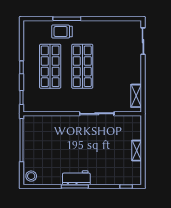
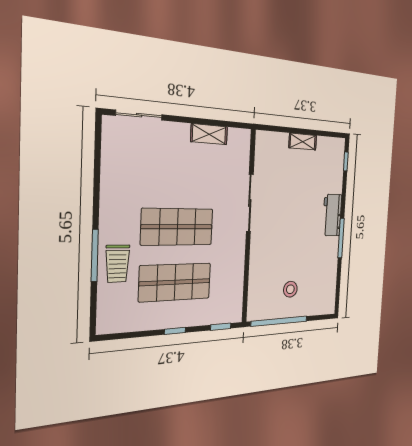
shelving: (136, 96) -> (209, 134), moved
stool: (31, 176) -> (290, 289), moved
workbench: (76, 178) -> (332, 215), moved

